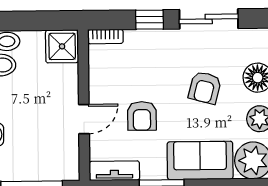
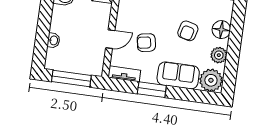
armchair: (142, 116) -> (146, 43), turned 80

